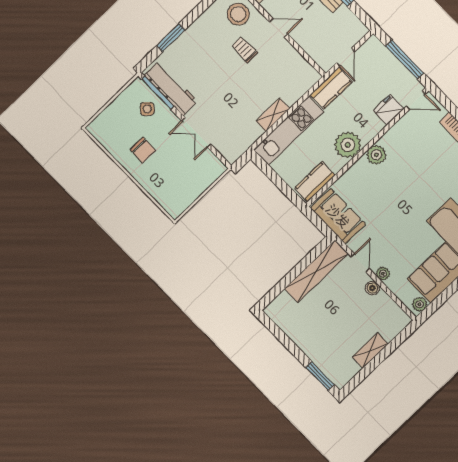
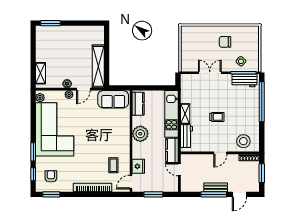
window: (171, 38) -> (262, 102), width x2.11
trolley: (245, 50) -> (217, 117), moved
window: (405, 60) -> (153, 194), width x0.69
workbench: (298, 87) -> (186, 136), added
workbench: (171, 88) -> (245, 80), width x0.73
coffee table: (416, 141) -> (113, 165), added
plant: (376, 155) -> (124, 142), removed
door: (360, 263) -> (83, 89), hinge flipped
shelving: (370, 350) -> (40, 73), moved

